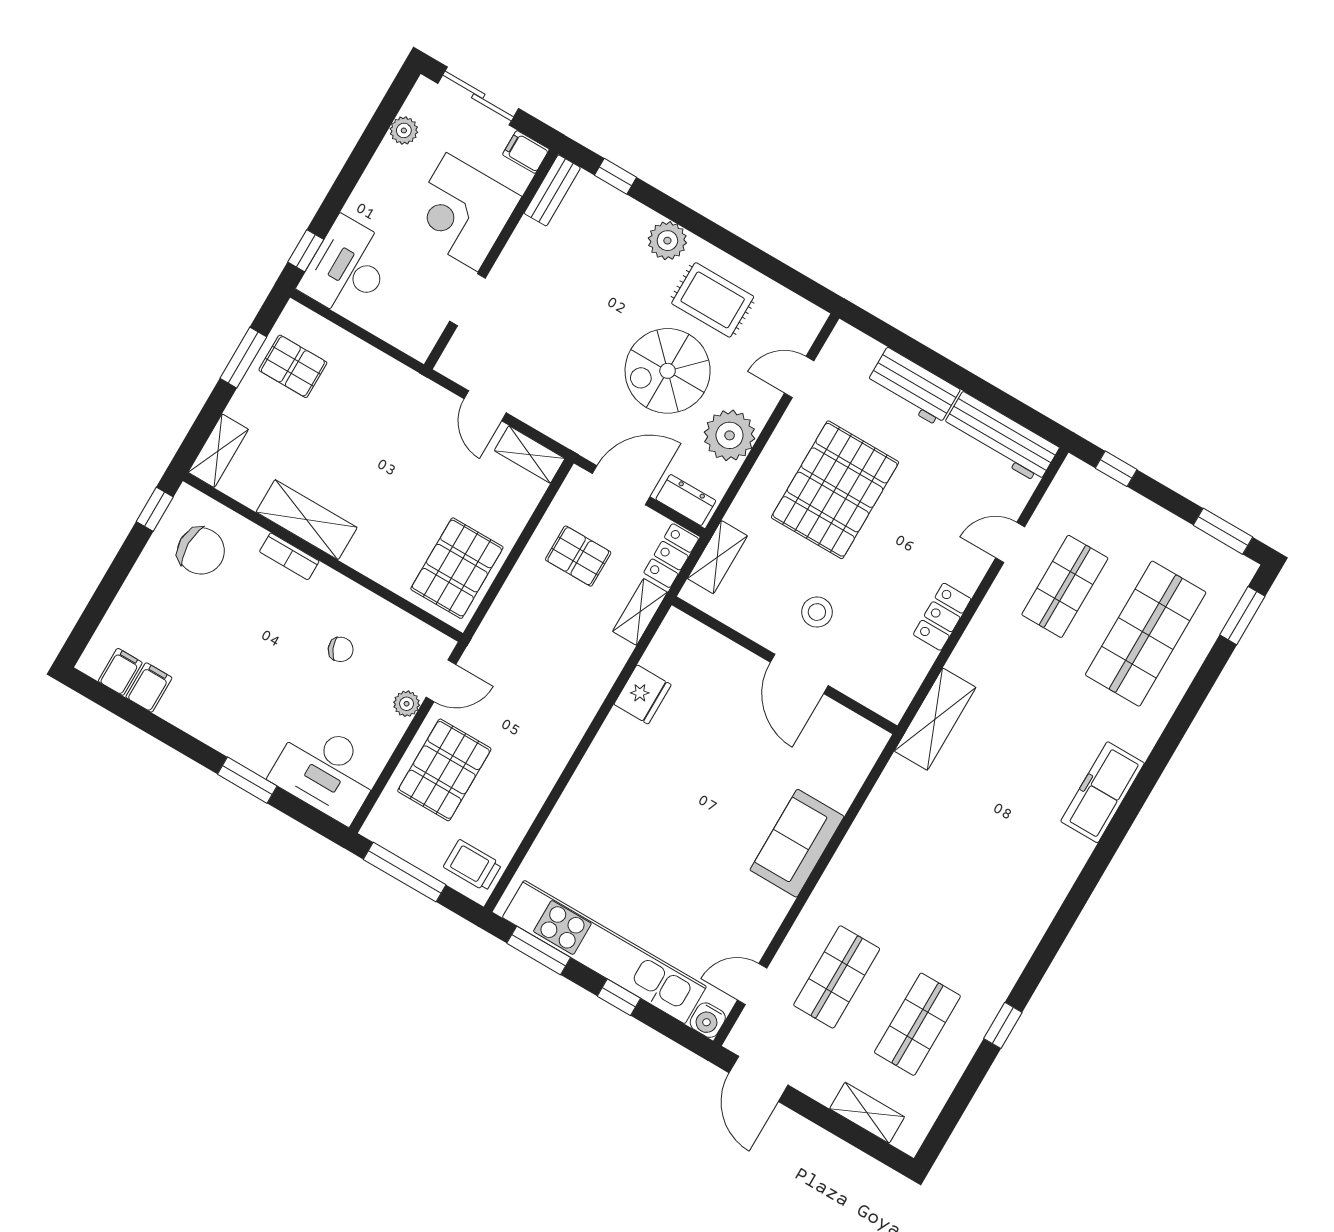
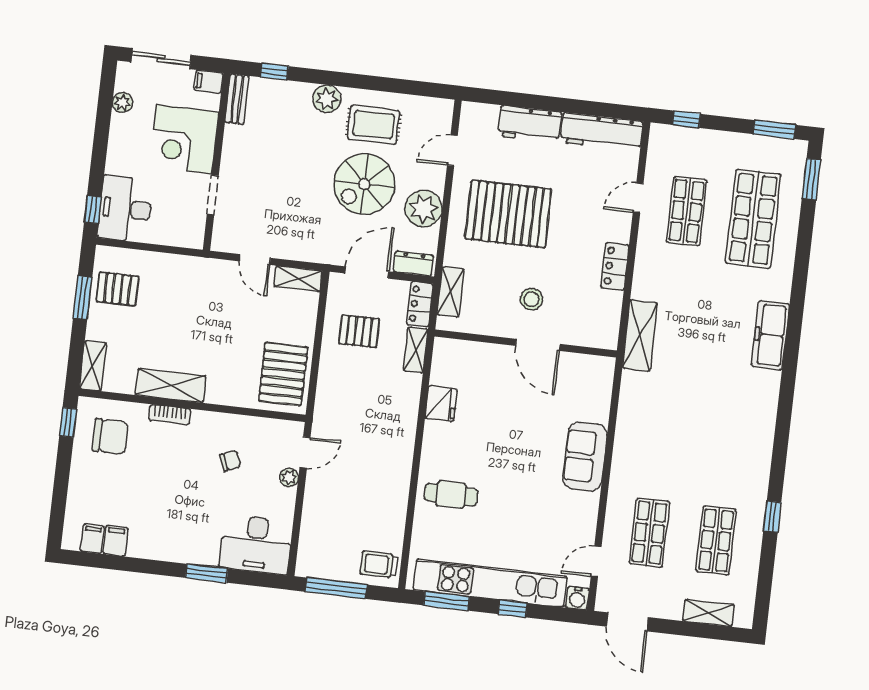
pallet: (835, 490) -> (508, 214), turned 90
pallet: (444, 770) -> (333, 510), removed
cafe table: (604, 817) -> (451, 495), added

